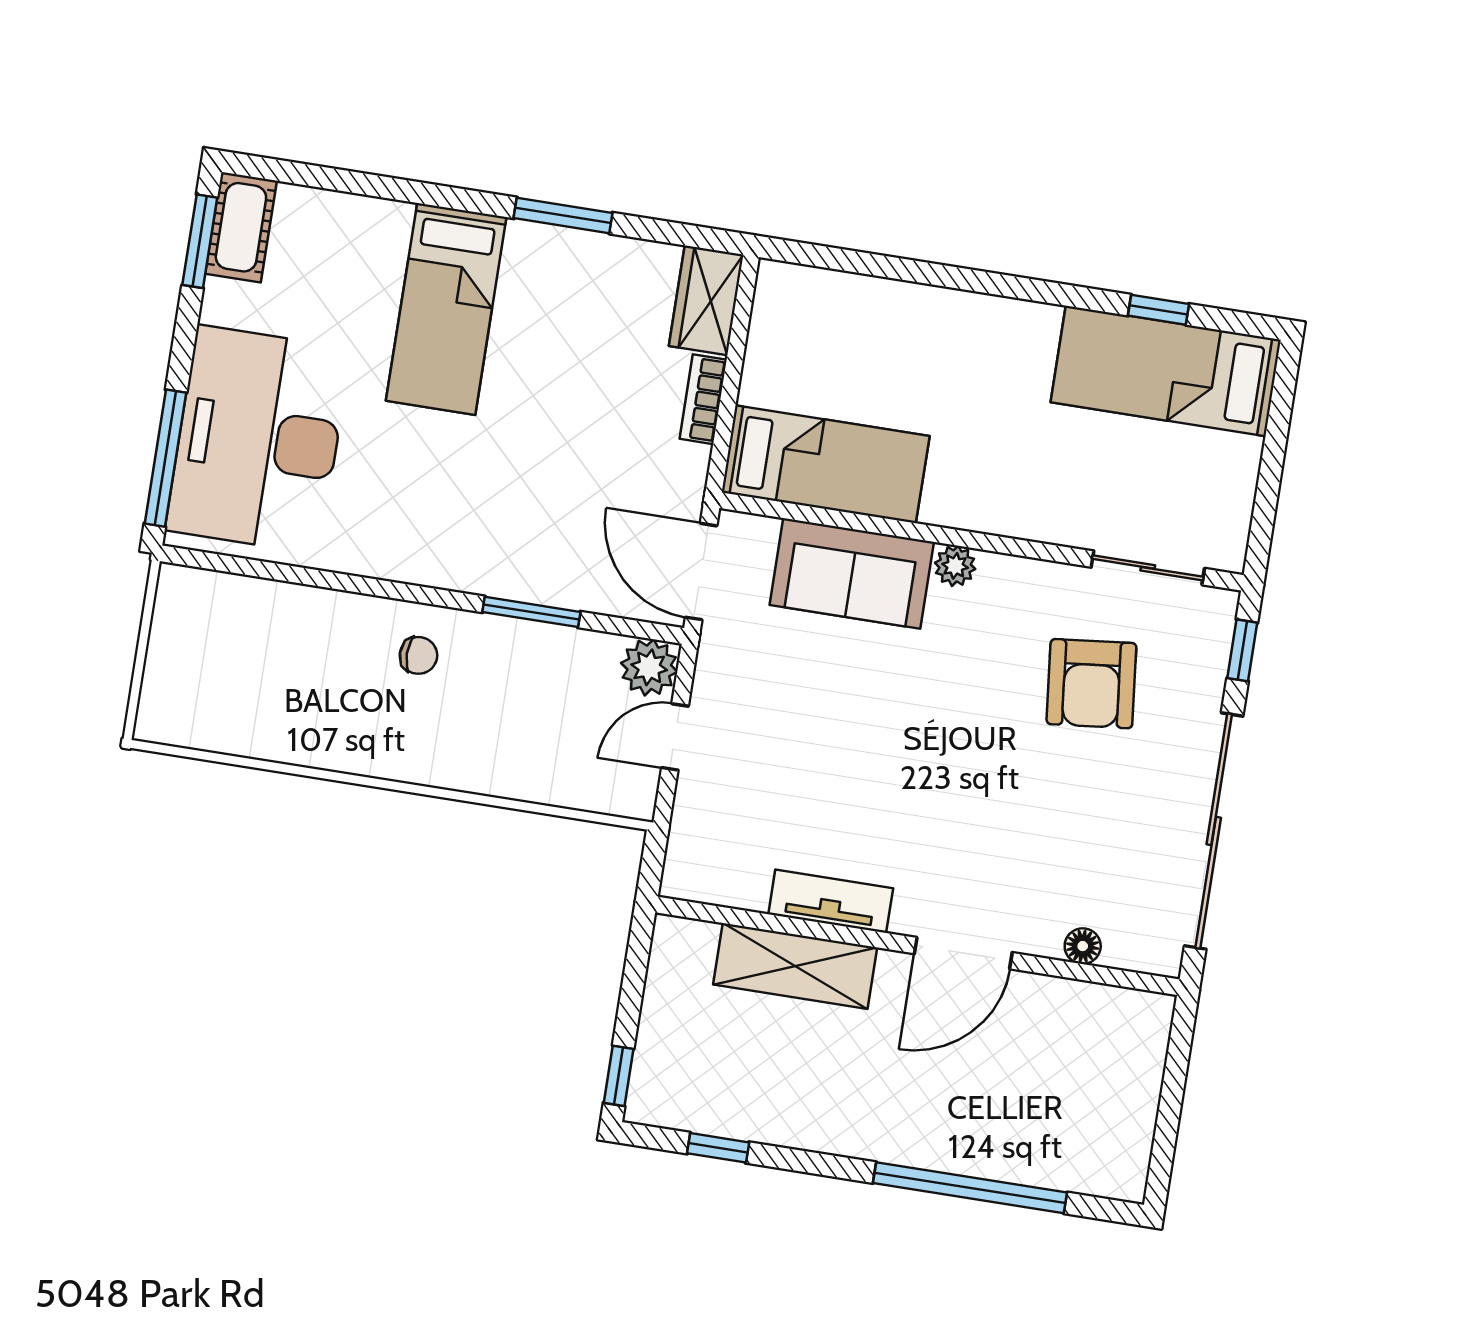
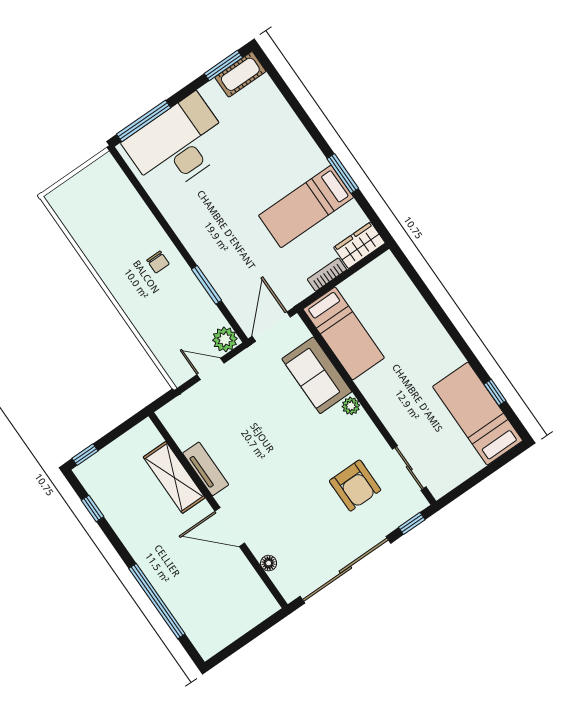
bed: (446, 309) -> (306, 206), moved
armchair: (1091, 684) -> (355, 486), turned -84

